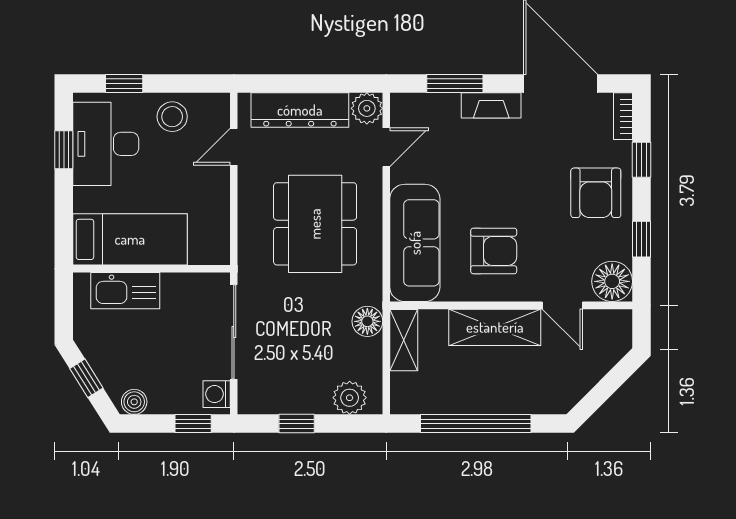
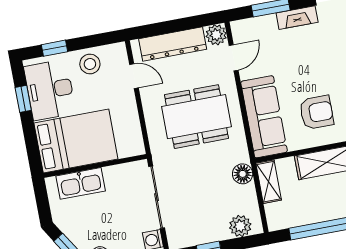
door: (234, 147) -> (134, 76), swing flipped
dining table: (315, 224) -> (196, 117), turned 90
bed: (130, 239) -> (76, 141), width x1.50

